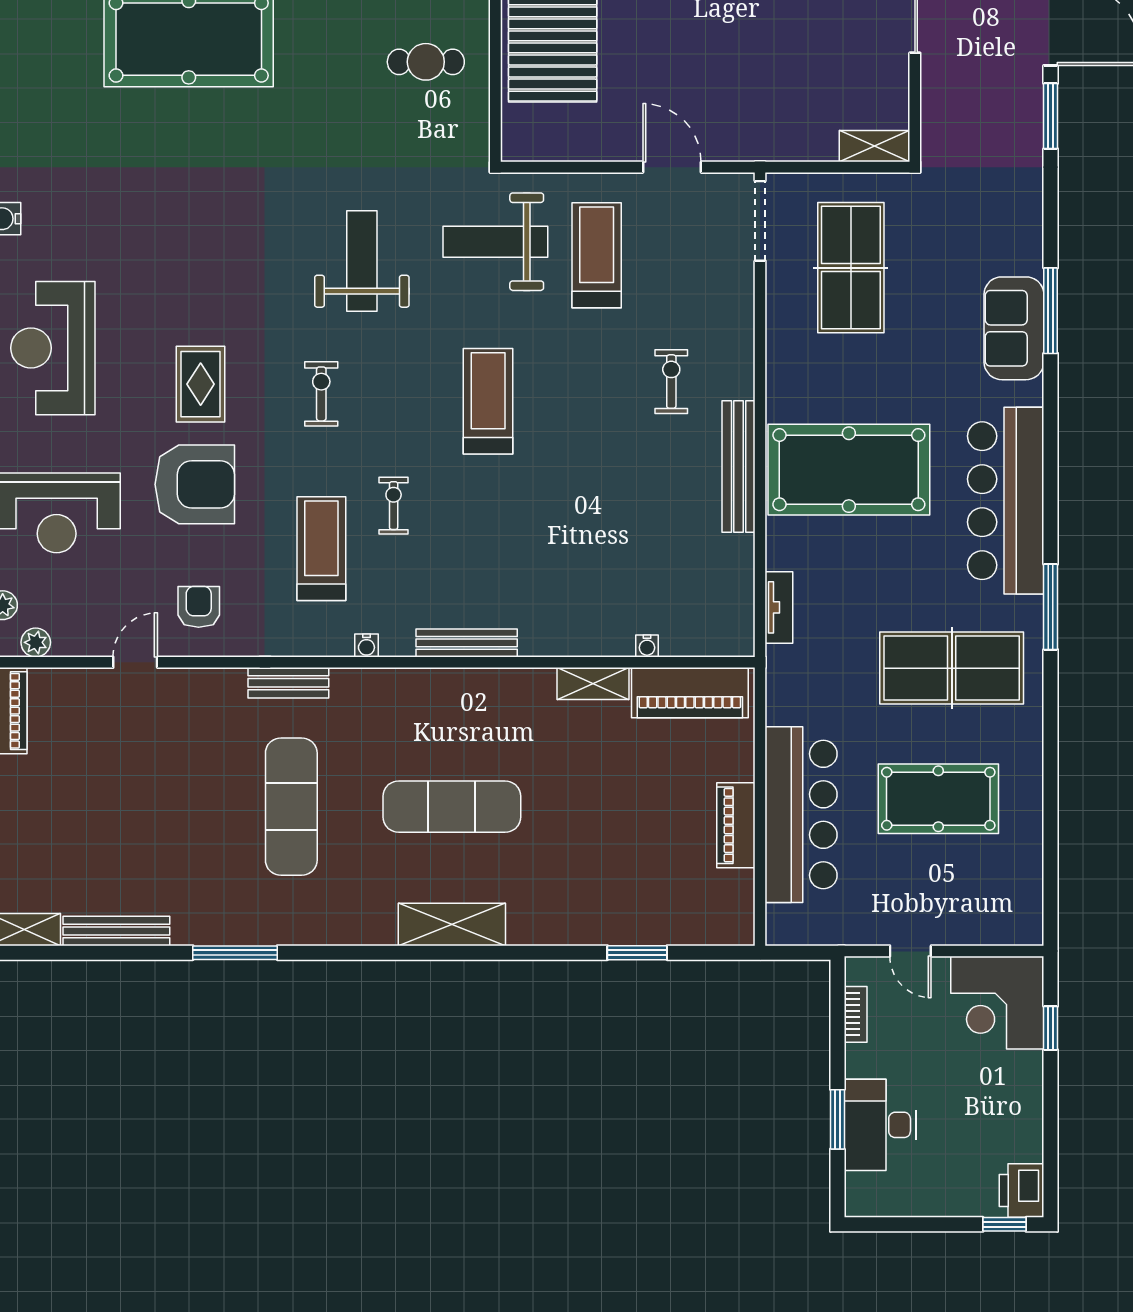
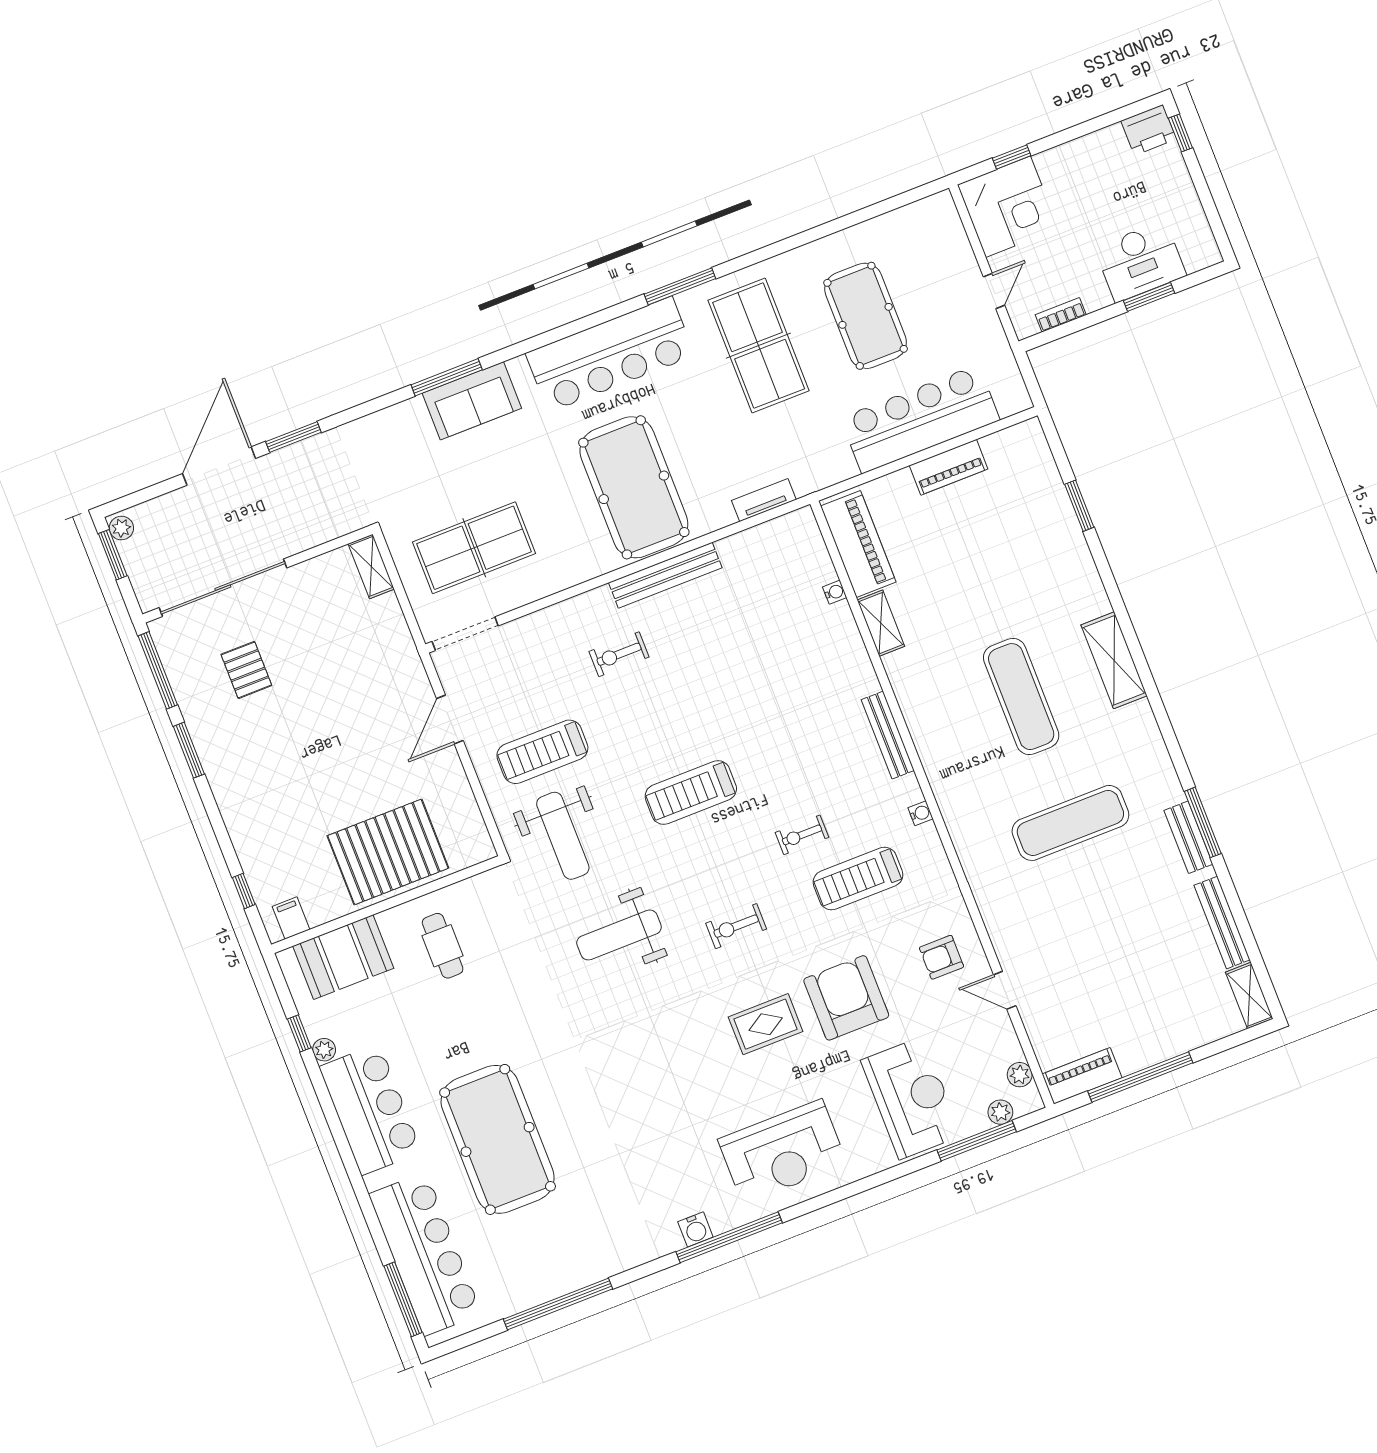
bench: (288, 683) -> (1188, 837), moved

